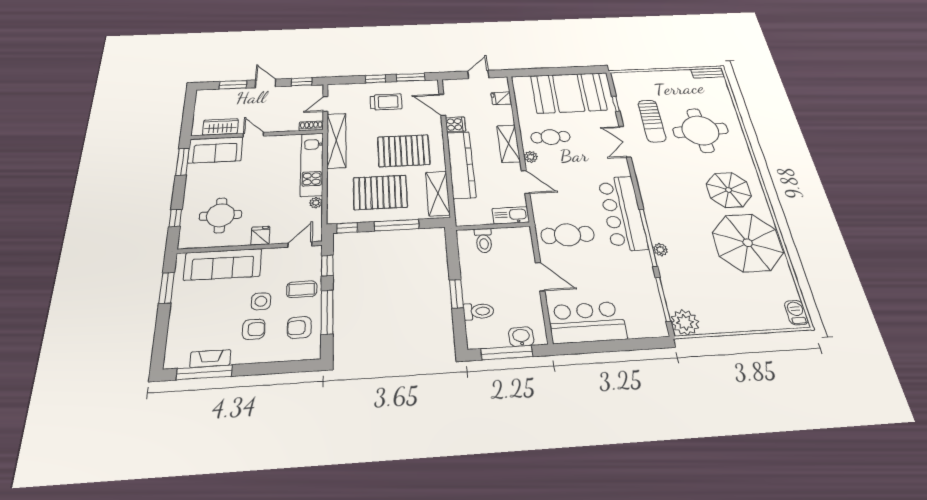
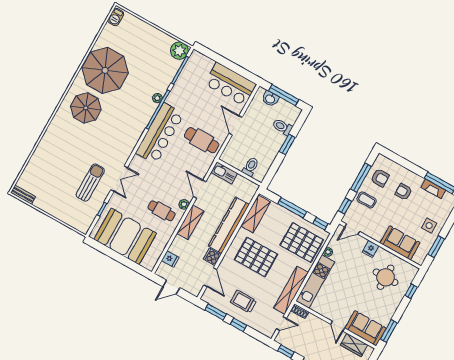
round table: (700, 130) -> (66, 157), removed
pallet: (380, 192) -> (302, 243), moved
sofa: (223, 264) -> (400, 243), width x0.73
side table: (261, 301) -> (429, 226), moved

